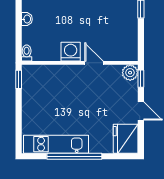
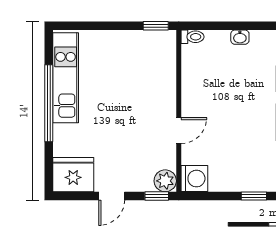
washing machine: (71, 52) -> (194, 179), moved

